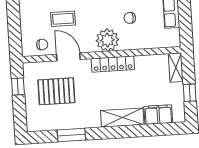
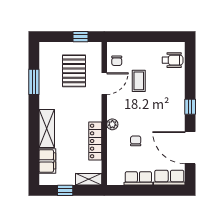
plant: (107, 40) -> (112, 124), width x0.53, depth x0.53
locker: (113, 64) -> (95, 141), moved

